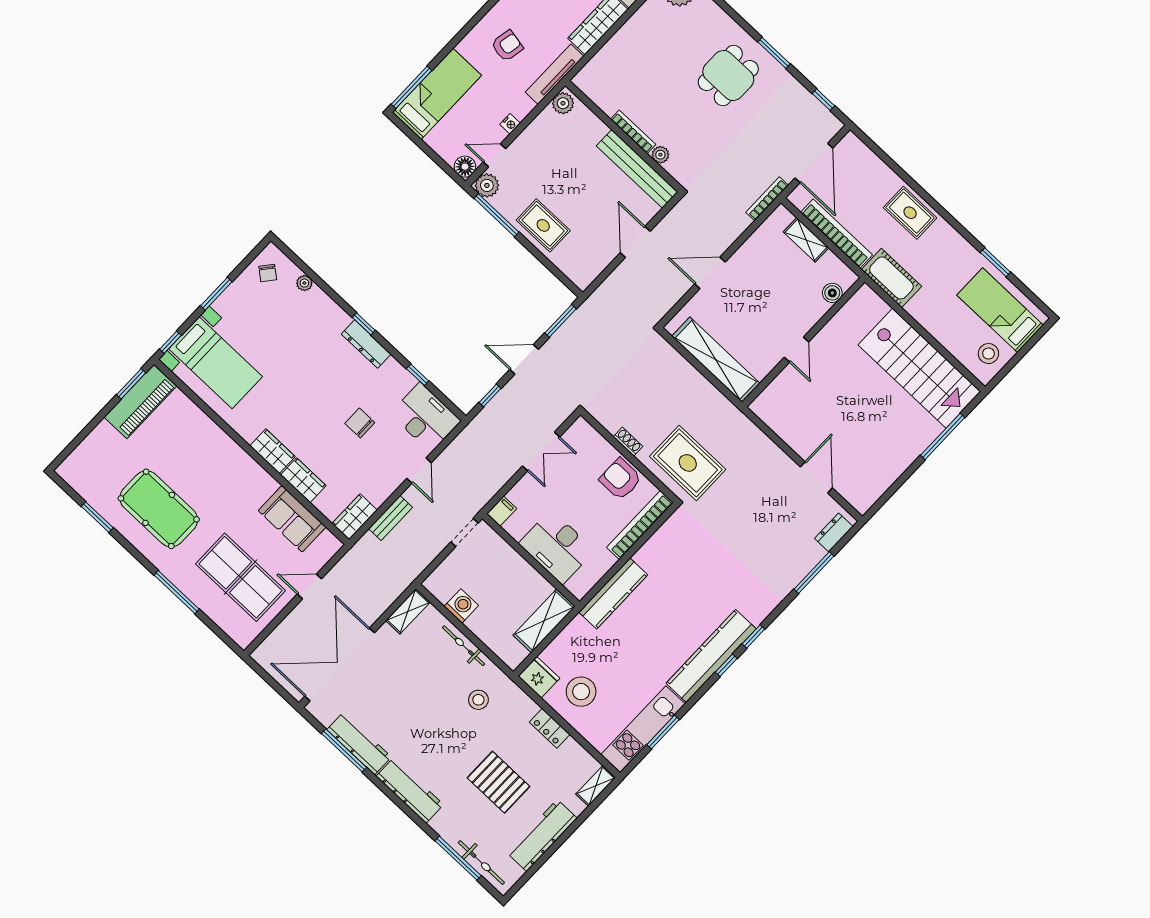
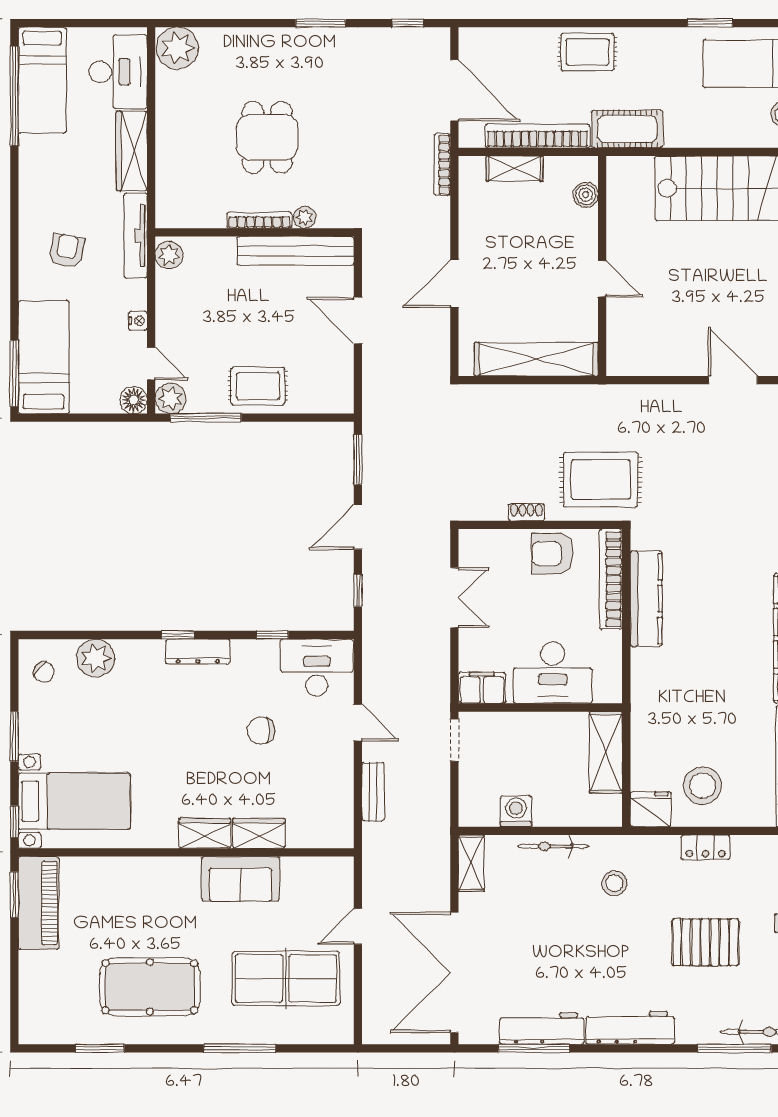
dining table: (728, 75) -> (267, 137), moved
door: (495, 155) -> (151, 364), swing flipped
plant: (304, 283) -> (96, 658), width x1.88, depth x1.88
filing cabinet: (502, 511) -> (482, 688), width x2.00
wardrobe: (355, 517) -> (339, 822), removed
sofa: (292, 519) -> (241, 879), moved
kitchen counter: (613, 593) -> (646, 599), moved

